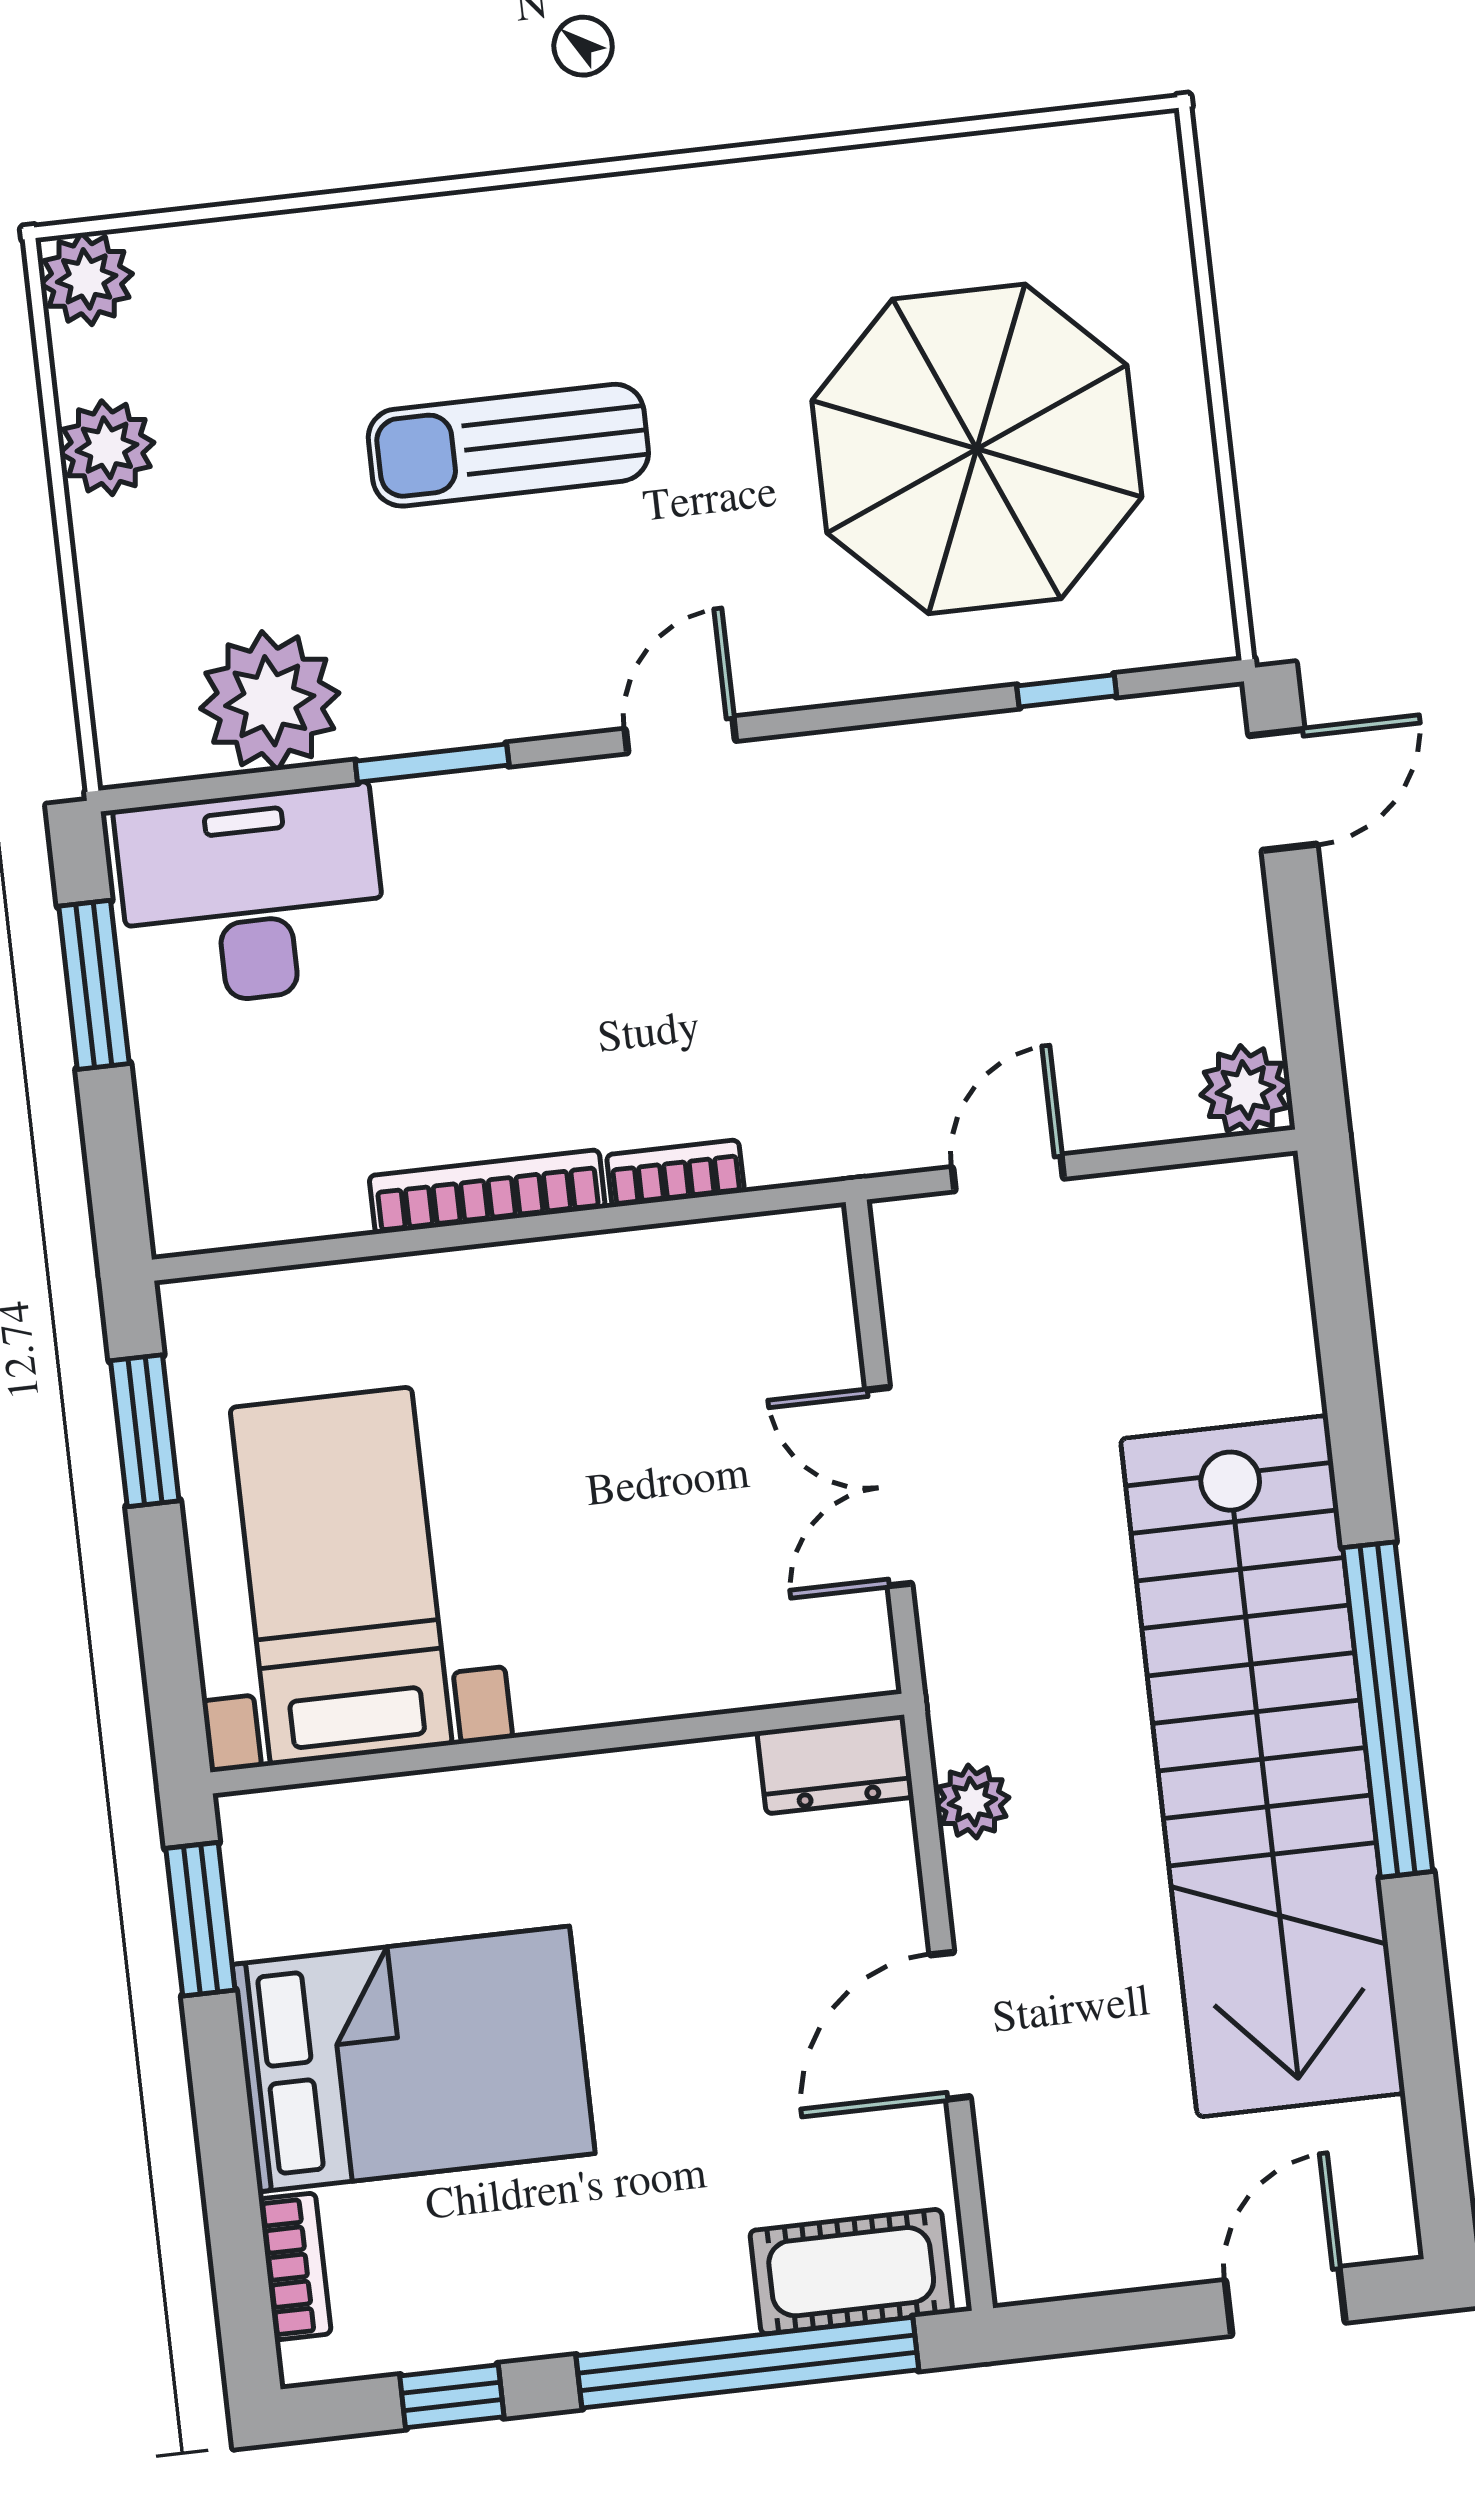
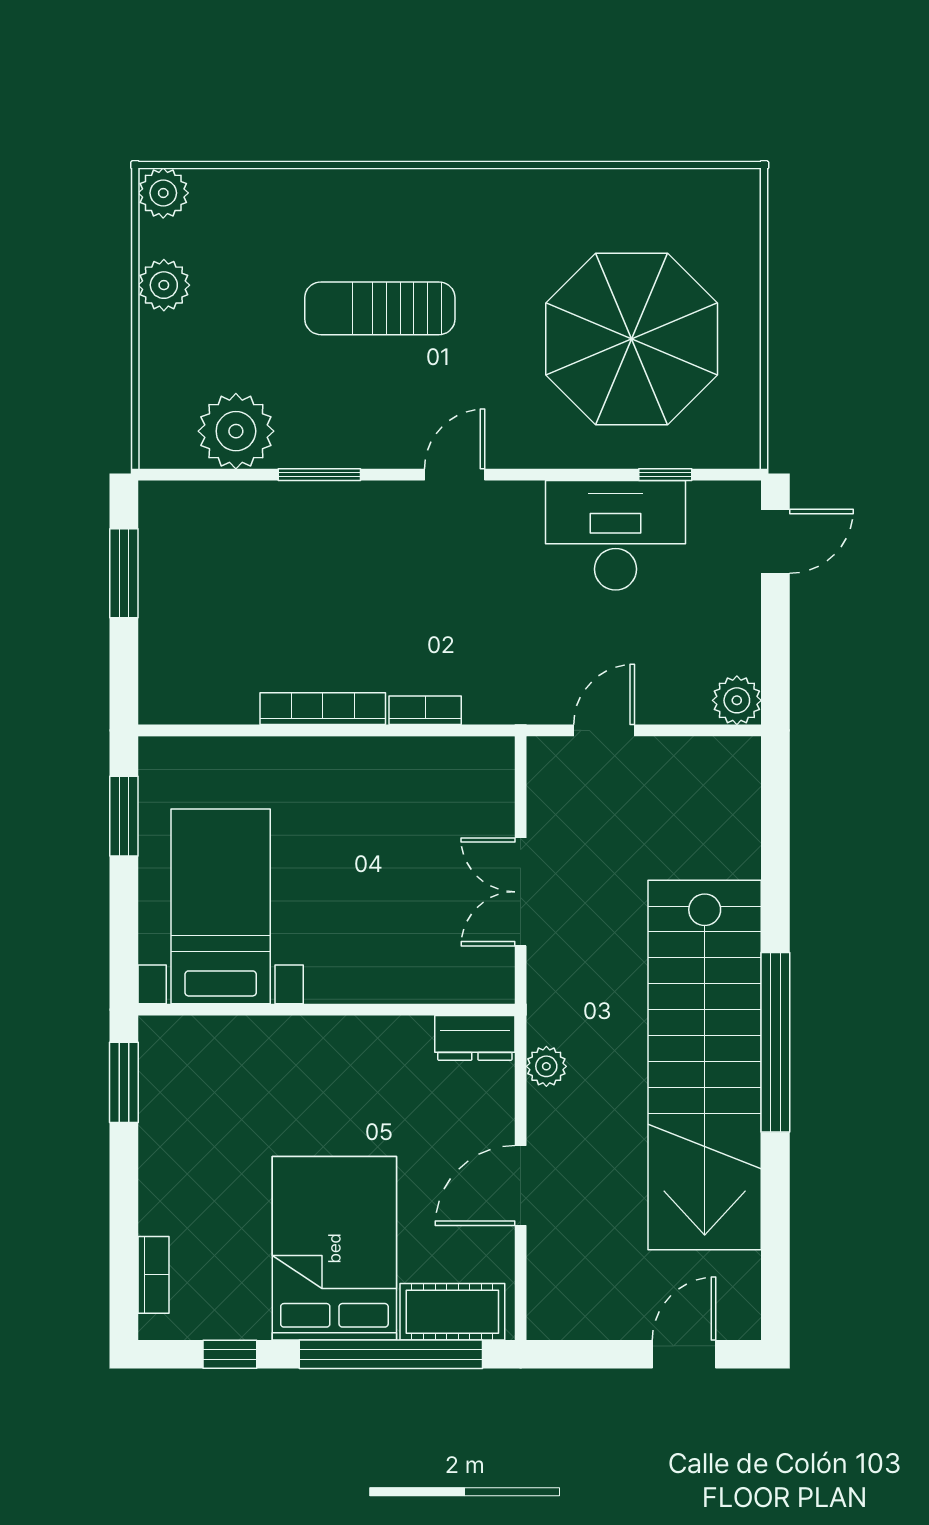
desk: (252, 896) -> (616, 535), moved
bed: (414, 2059) -> (334, 1248), moved, turned -90

